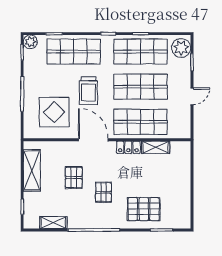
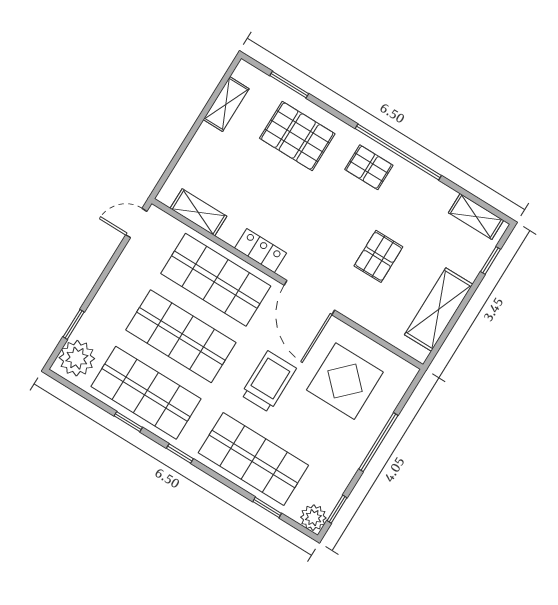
door: (192, 96) -> (136, 223), moved
shelving: (156, 147) -> (198, 212), moved
pallet: (103, 192) -> (369, 167), moved, turned 90
shelving: (185, 204) -> (226, 104), added
shelving: (53, 223) -> (476, 216), moved

